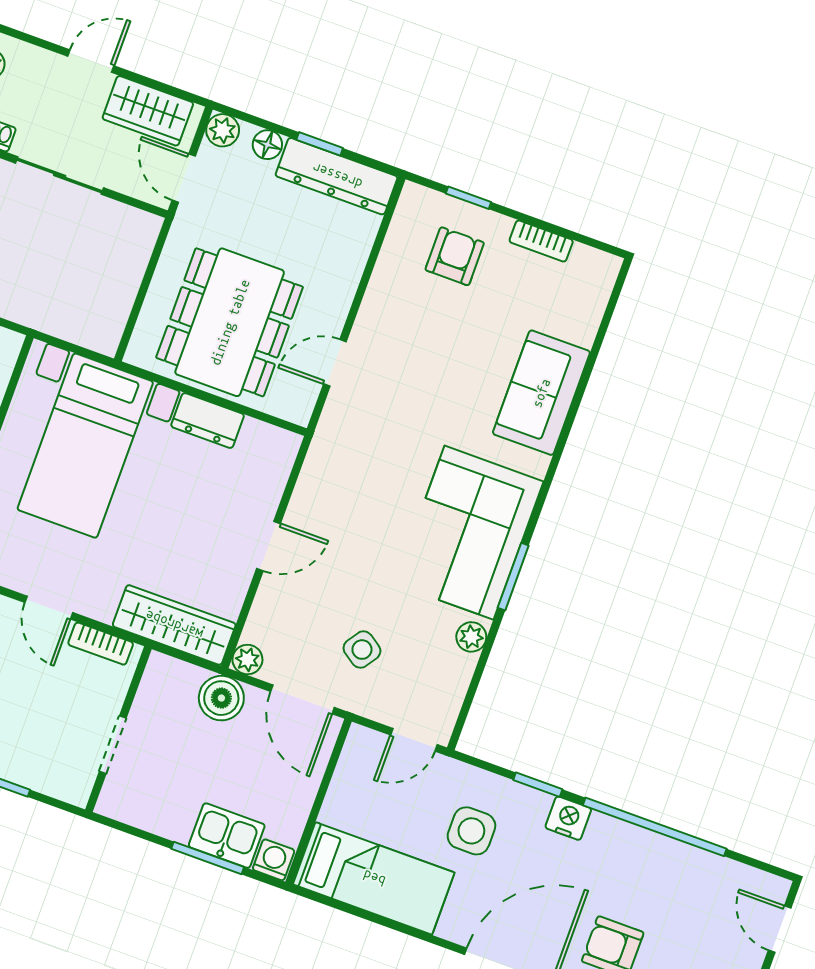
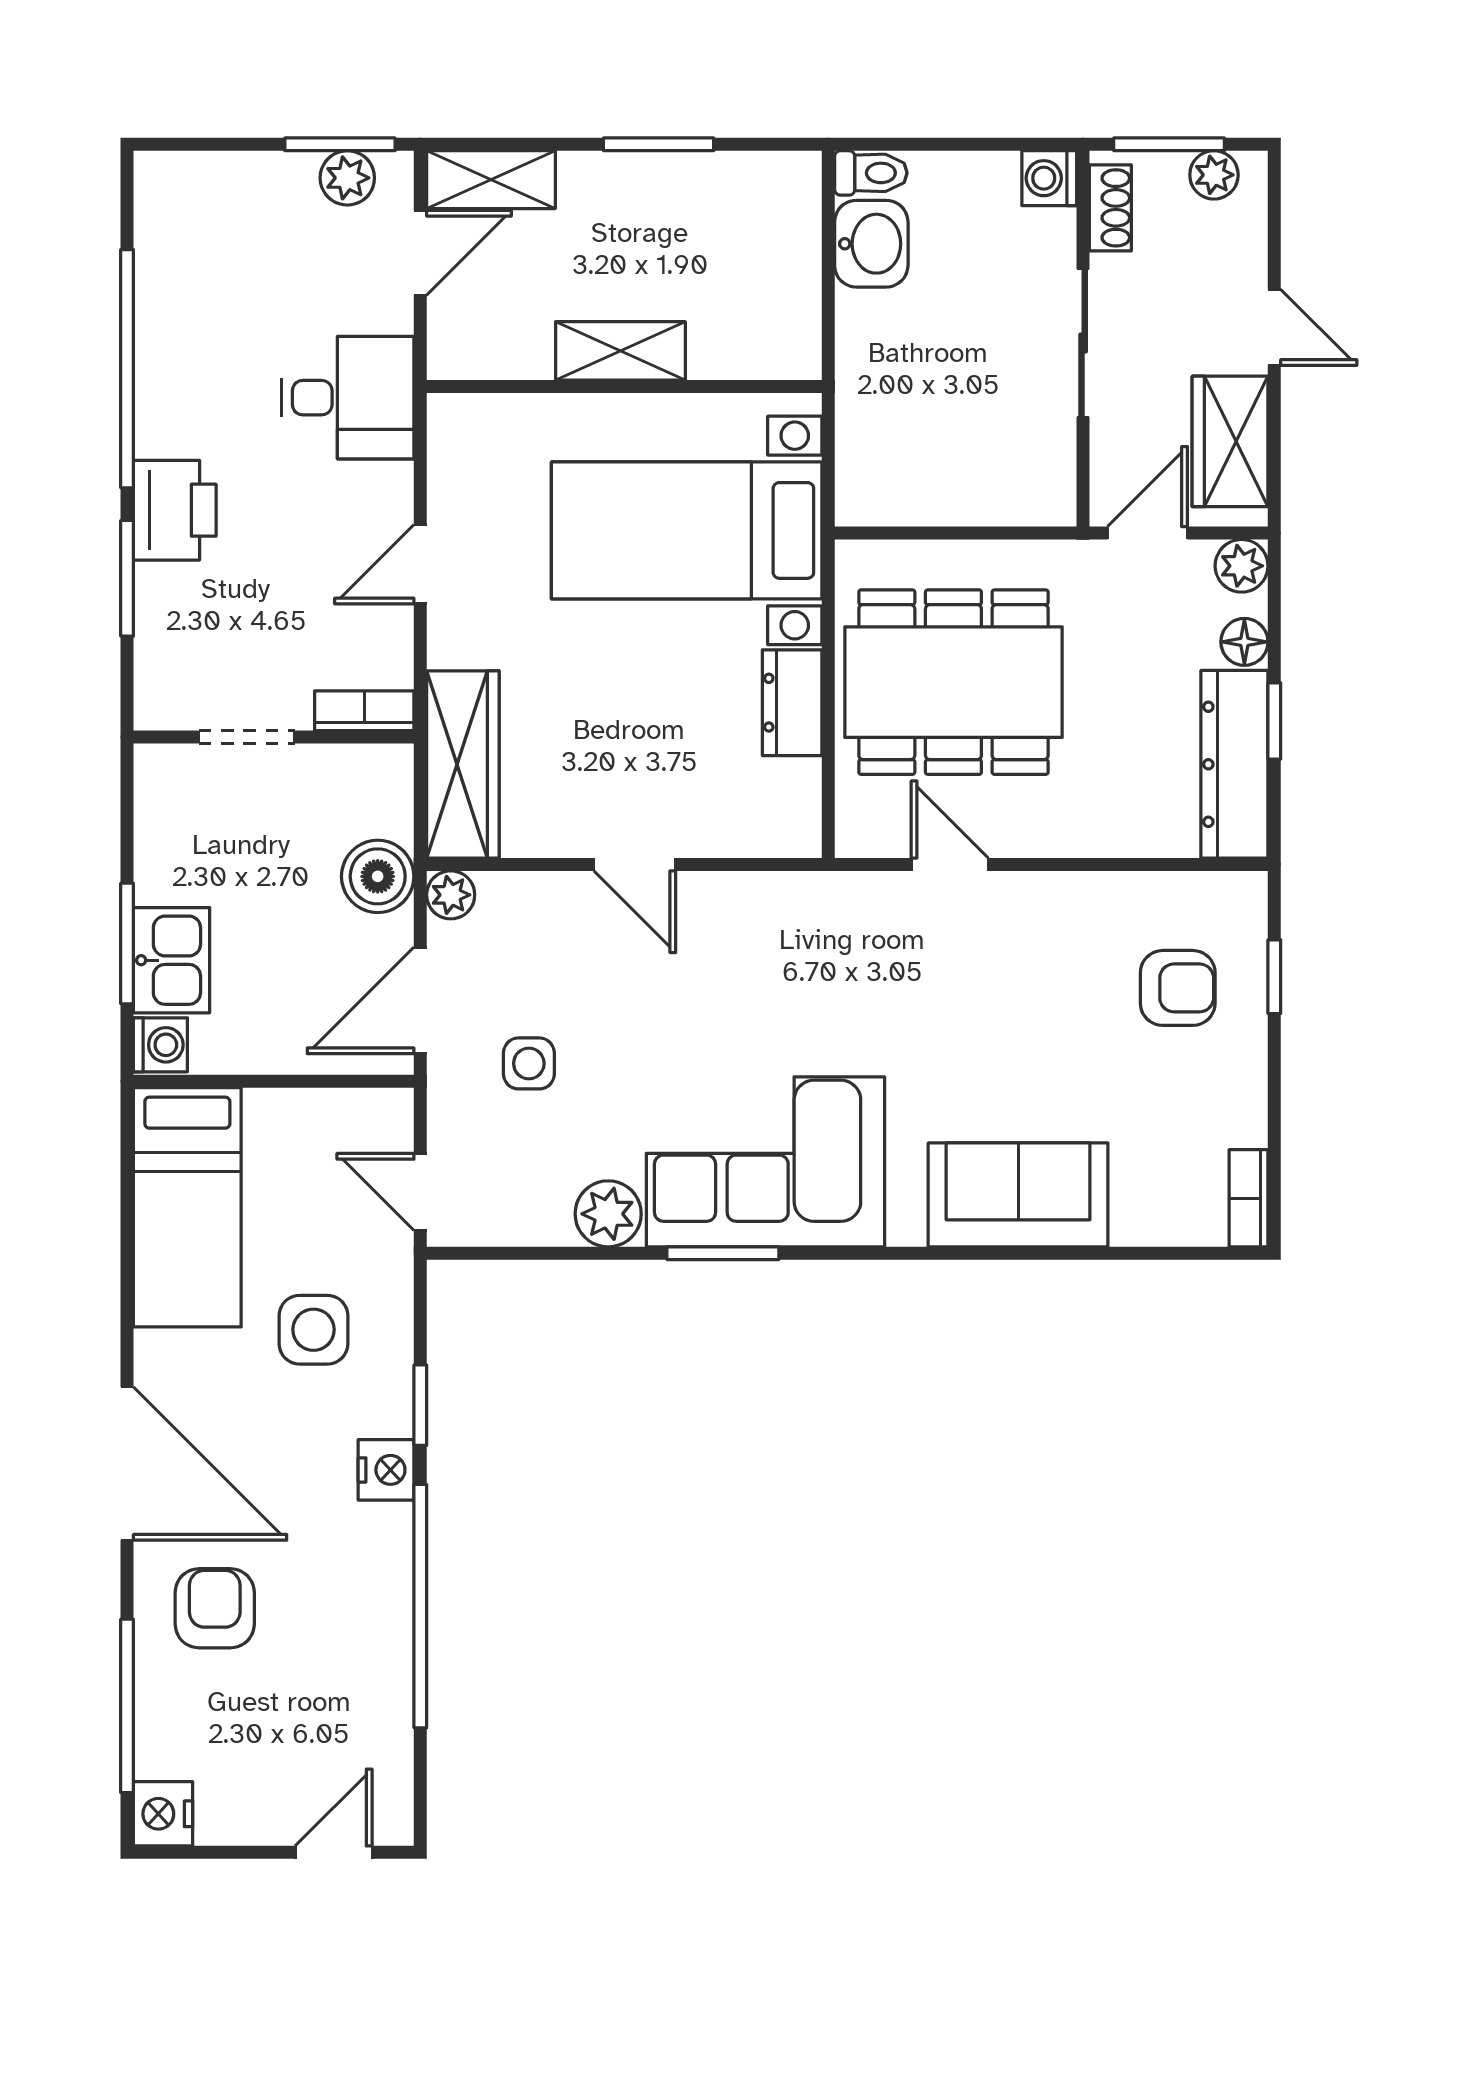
bookcase: (541, 241) -> (1248, 1198), moved
plant: (471, 637) -> (608, 1214), width x1.38, depth x1.38
bookcase: (101, 644) -> (364, 711), moved, turned 90
side table: (362, 650) -> (529, 1063), turned -34

